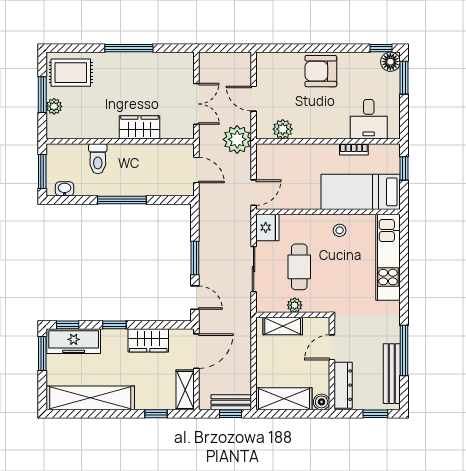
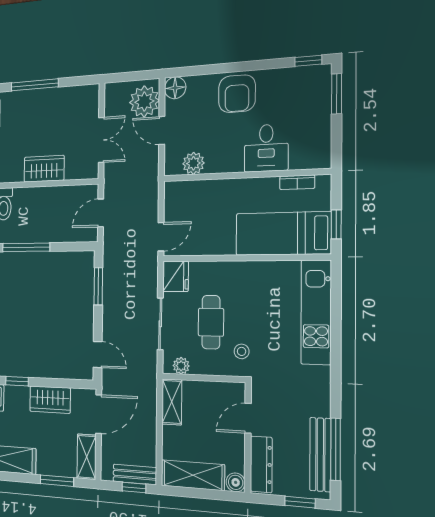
floor lamp: (390, 62) -> (175, 88), moved
armchair: (321, 71) -> (237, 94), turned -90
desk: (369, 119) -> (266, 148), moved
plant: (237, 139) -> (144, 102), moved
bookcase: (354, 149) -> (297, 182), moved
window: (404, 168) -> (336, 224), moved
door: (196, 170) -> (101, 213), swing flipped
stool: (340, 230) -> (242, 351), moved
window: (195, 258) -> (98, 286), moved
plant: (295, 305) -> (181, 366), moved
shelving: (283, 326) -> (172, 402), moved, turned 90
window: (404, 350) -> (336, 449), moved
window: (156, 414) -> (57, 481), width x1.50

